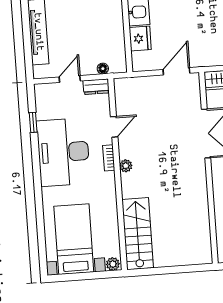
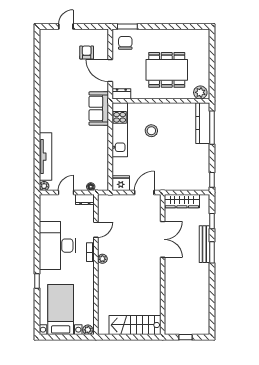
fridge: (140, 39) -> (121, 183), moved, turned -90
plant: (39, 72) -> (44, 186), added
window: (33, 122) -> (37, 281), moved
stairs: (138, 234) -> (135, 325), moved, turned -90

